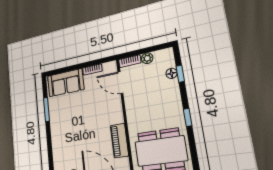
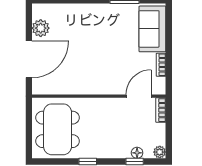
plant: (147, 58) -> (160, 152), moved
piano: (119, 141) -> (74, 87), removed

